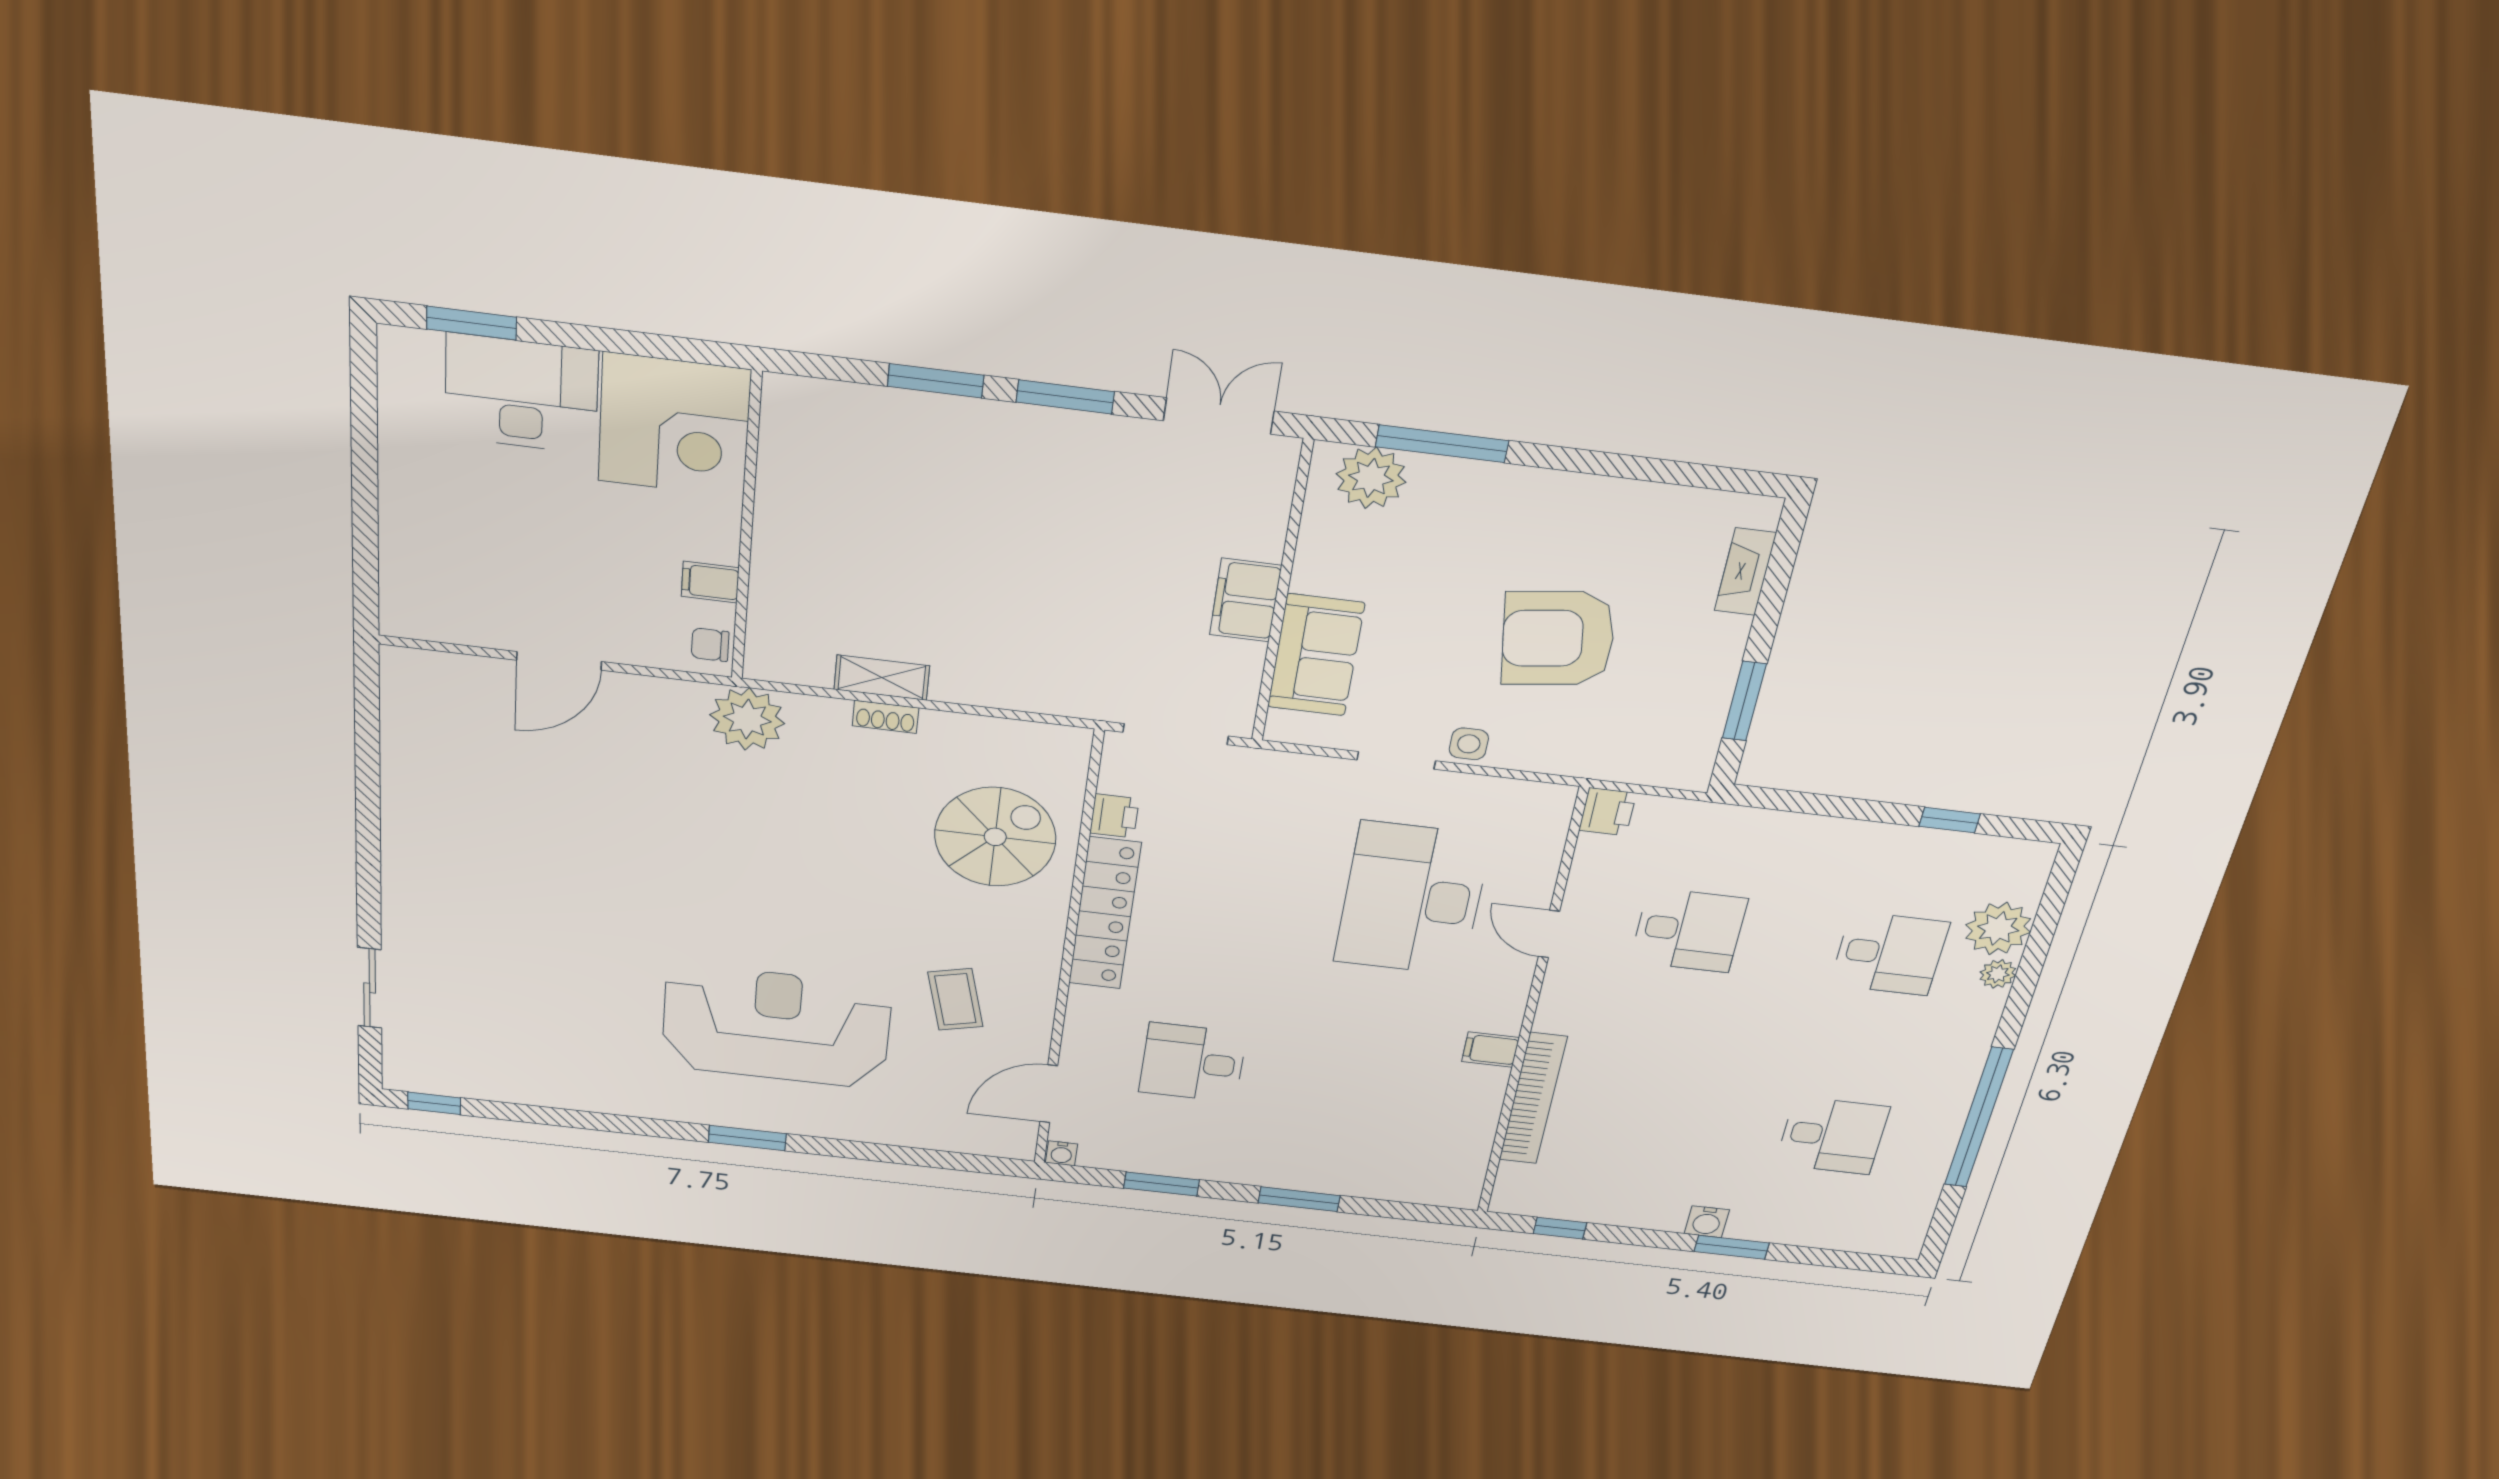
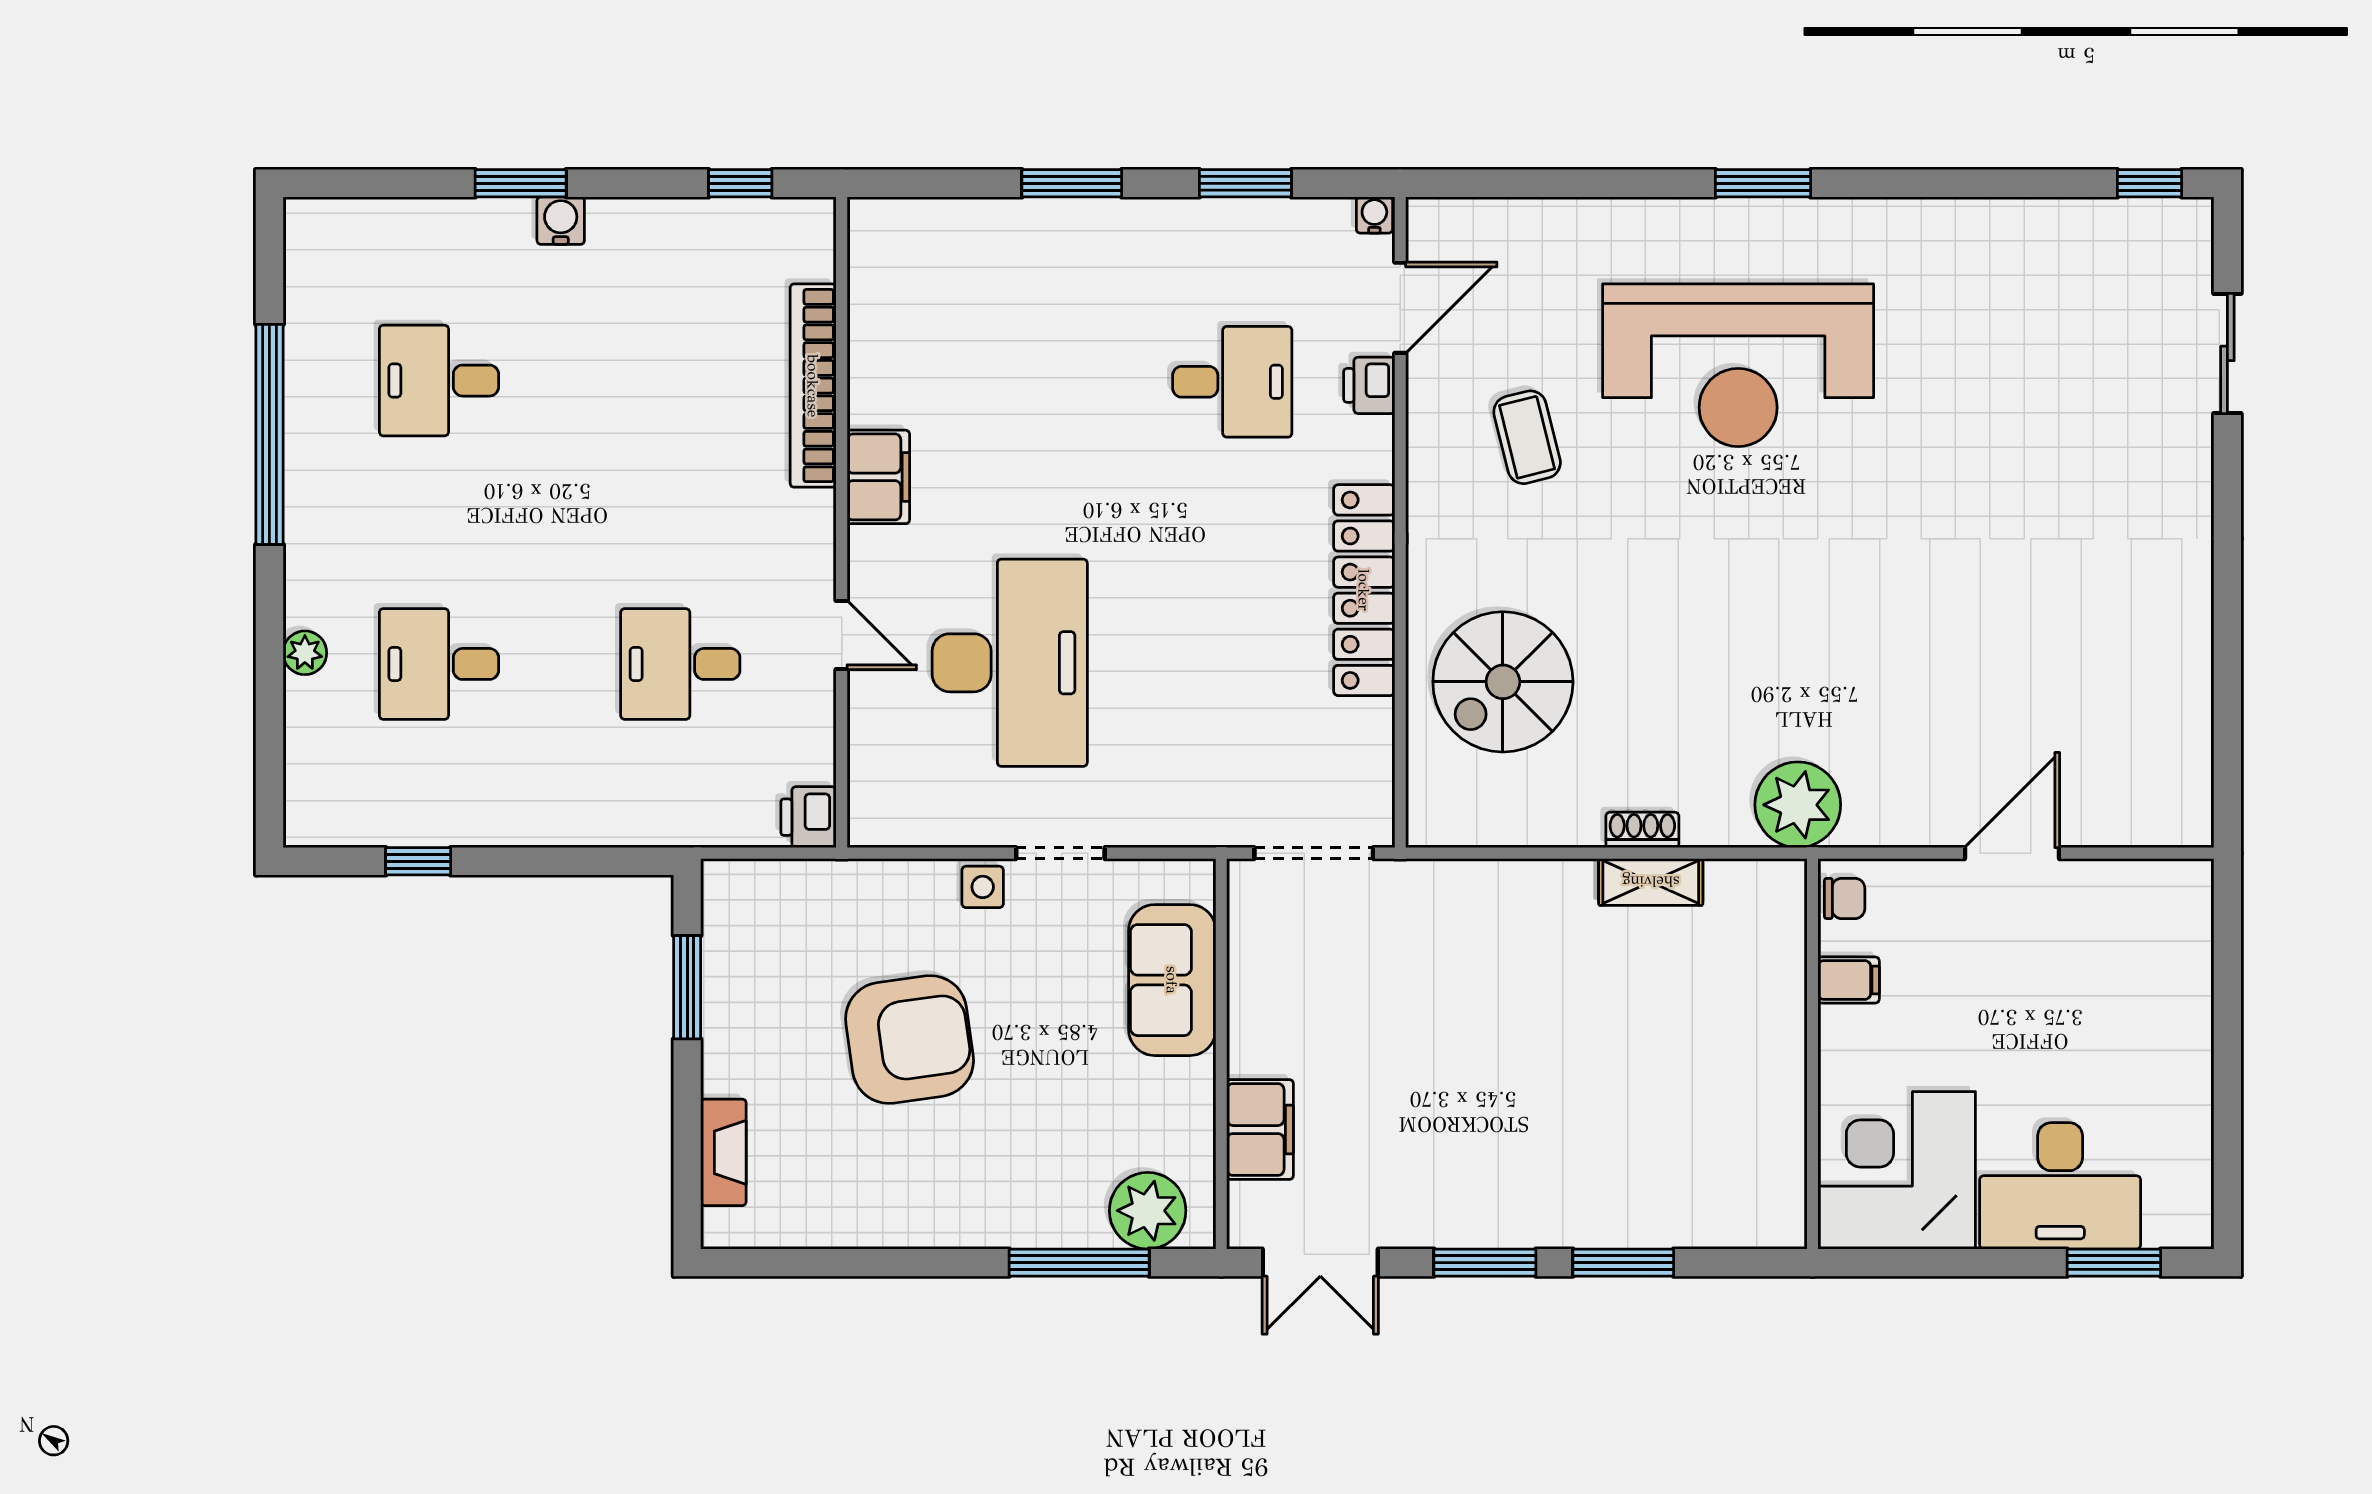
filing cabinet: (1245, 600) -> (1260, 1130), moved
printer: (1114, 816) -> (1369, 385), moved
plant: (1998, 928) -> (322, 718), removed
filing cabinet: (1491, 1050) -> (878, 477), width x2.00

